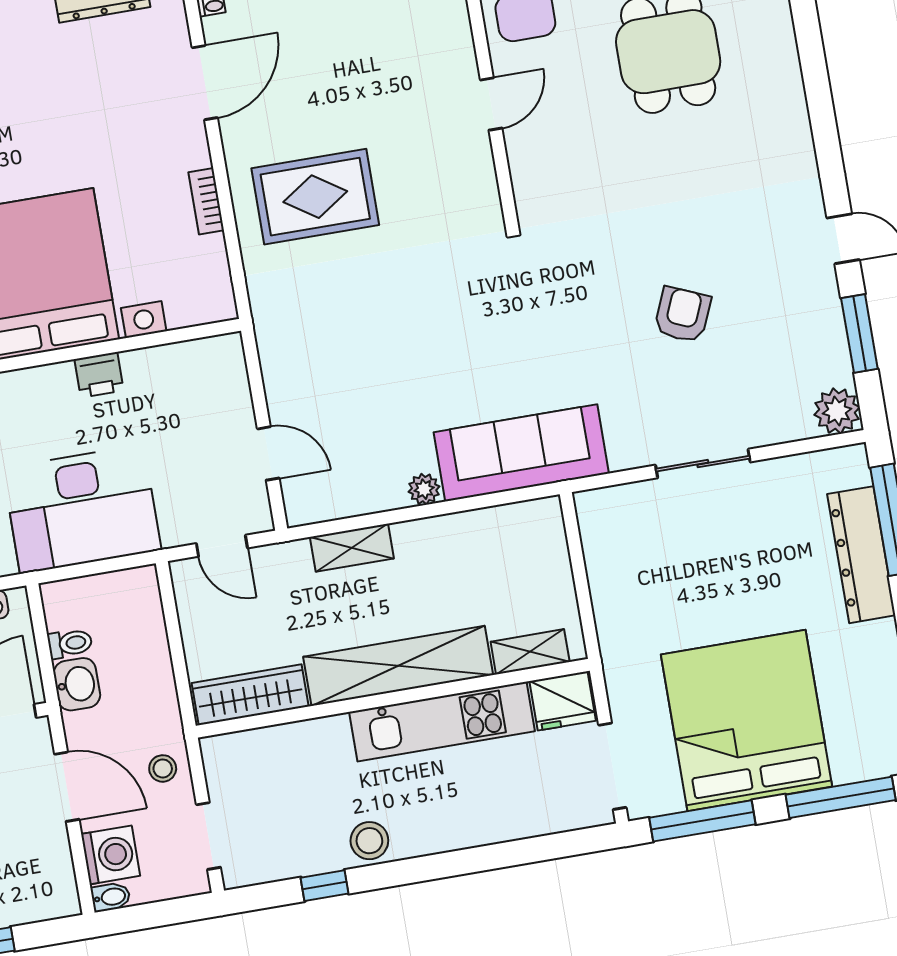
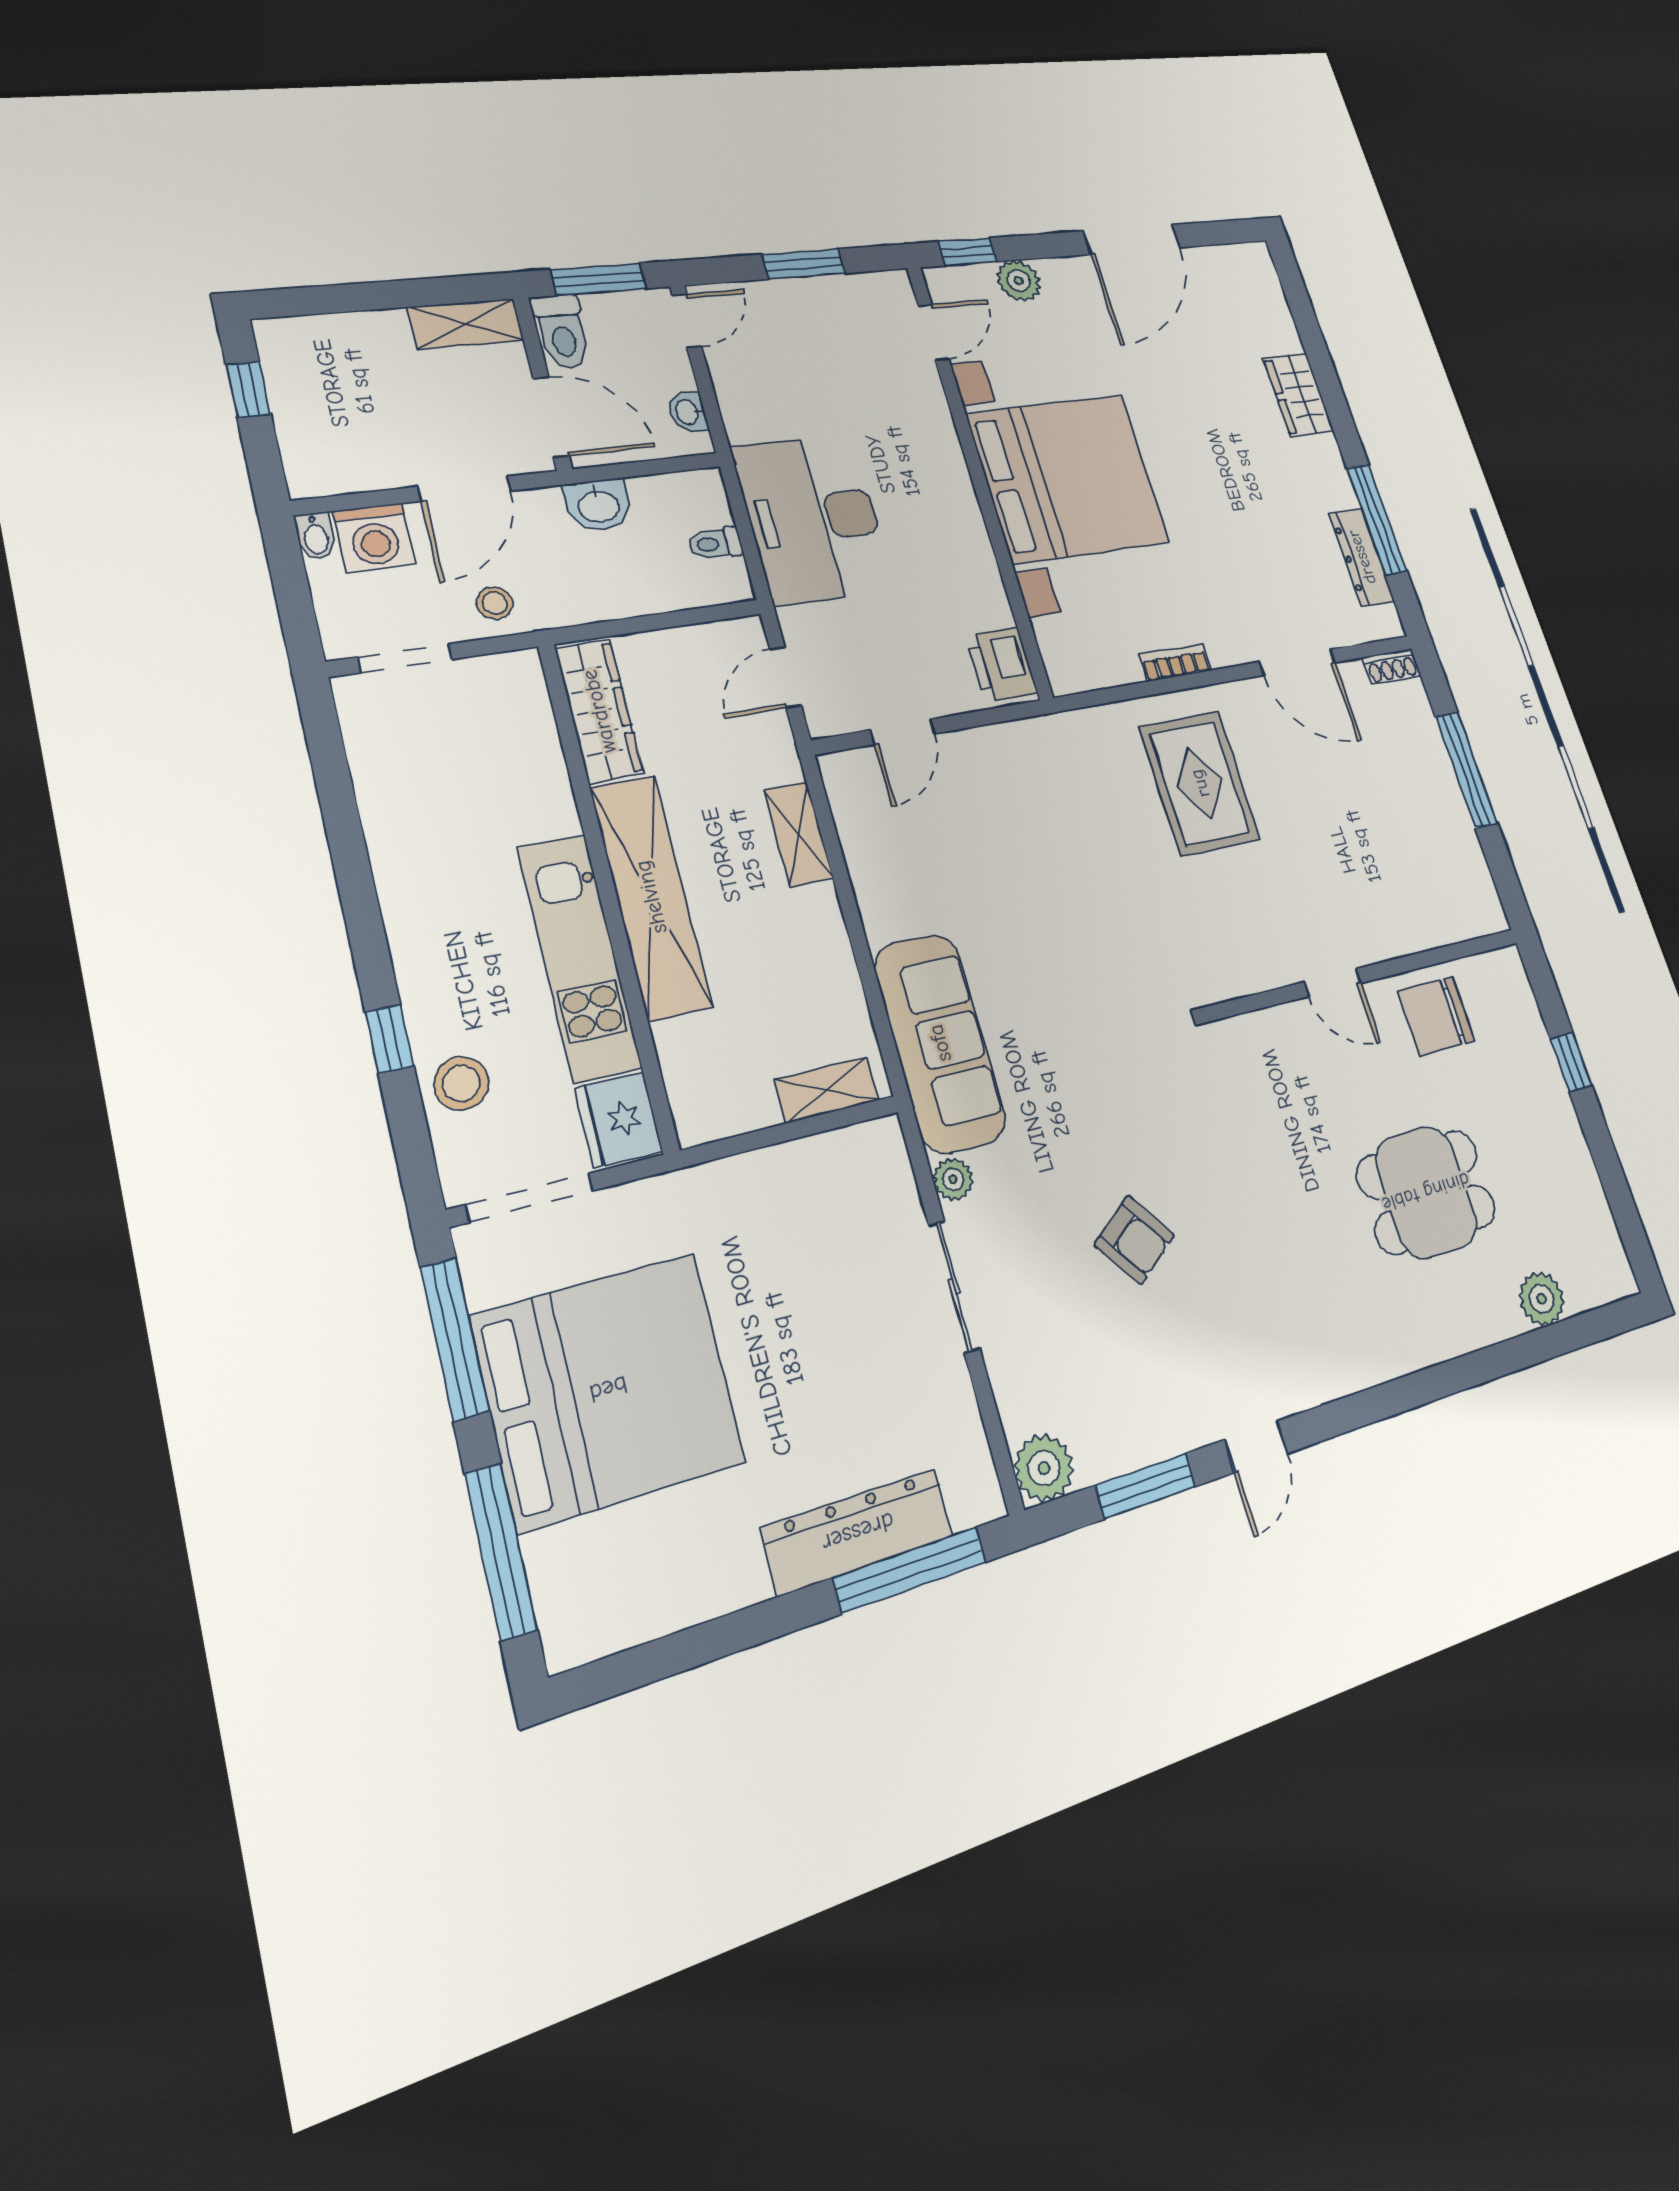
armchair: (683, 315) -> (1134, 1240), turned 31
printer: (99, 375) -> (1002, 665), moved, width x1.36, depth x1.24
plant: (424, 489) -> (953, 1179), moved
toilet: (70, 643) -> (715, 543), moved, turned 90
shelving: (530, 652) -> (827, 1090), moved, turned 90
stool: (369, 841) -> (461, 1083), moved
window: (325, 886) -> (389, 1039), moved

